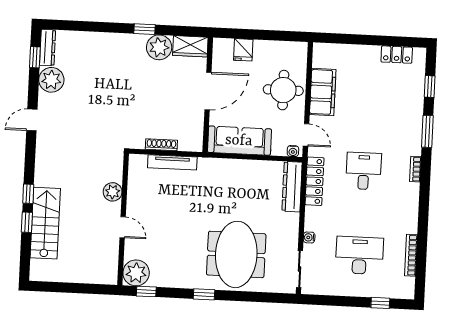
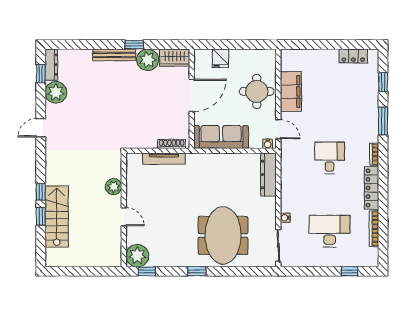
bench: (121, 40) -> (114, 55), added
shoe rack: (161, 145) -> (172, 144), moved
locker: (315, 181) -> (372, 188), moved, turned 180

